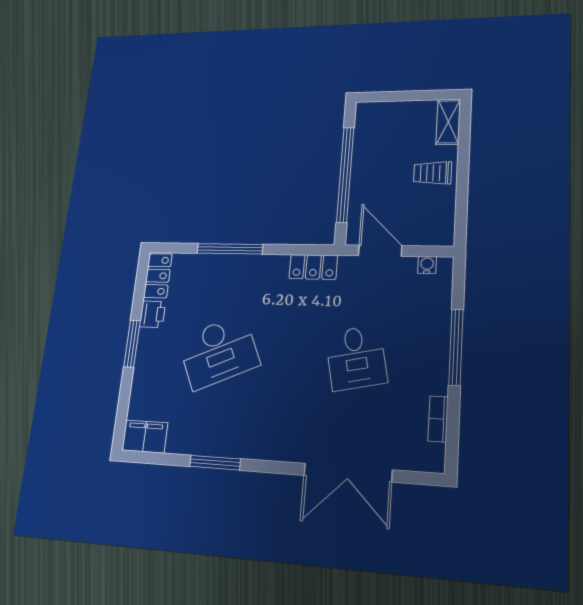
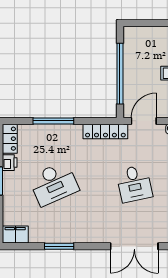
door: (380, 251) -> (144, 121), hinge flipped
locker: (313, 267) -> (105, 131), width x1.53

